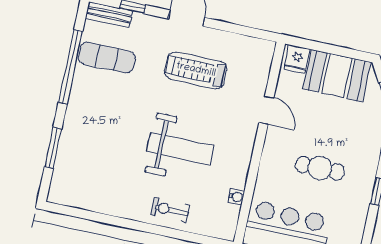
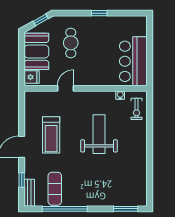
window: (53, 148) -> (126, 209), moved
cafe table: (320, 168) -> (71, 43), moved
exercise bike: (170, 210) -> (136, 109), moved

